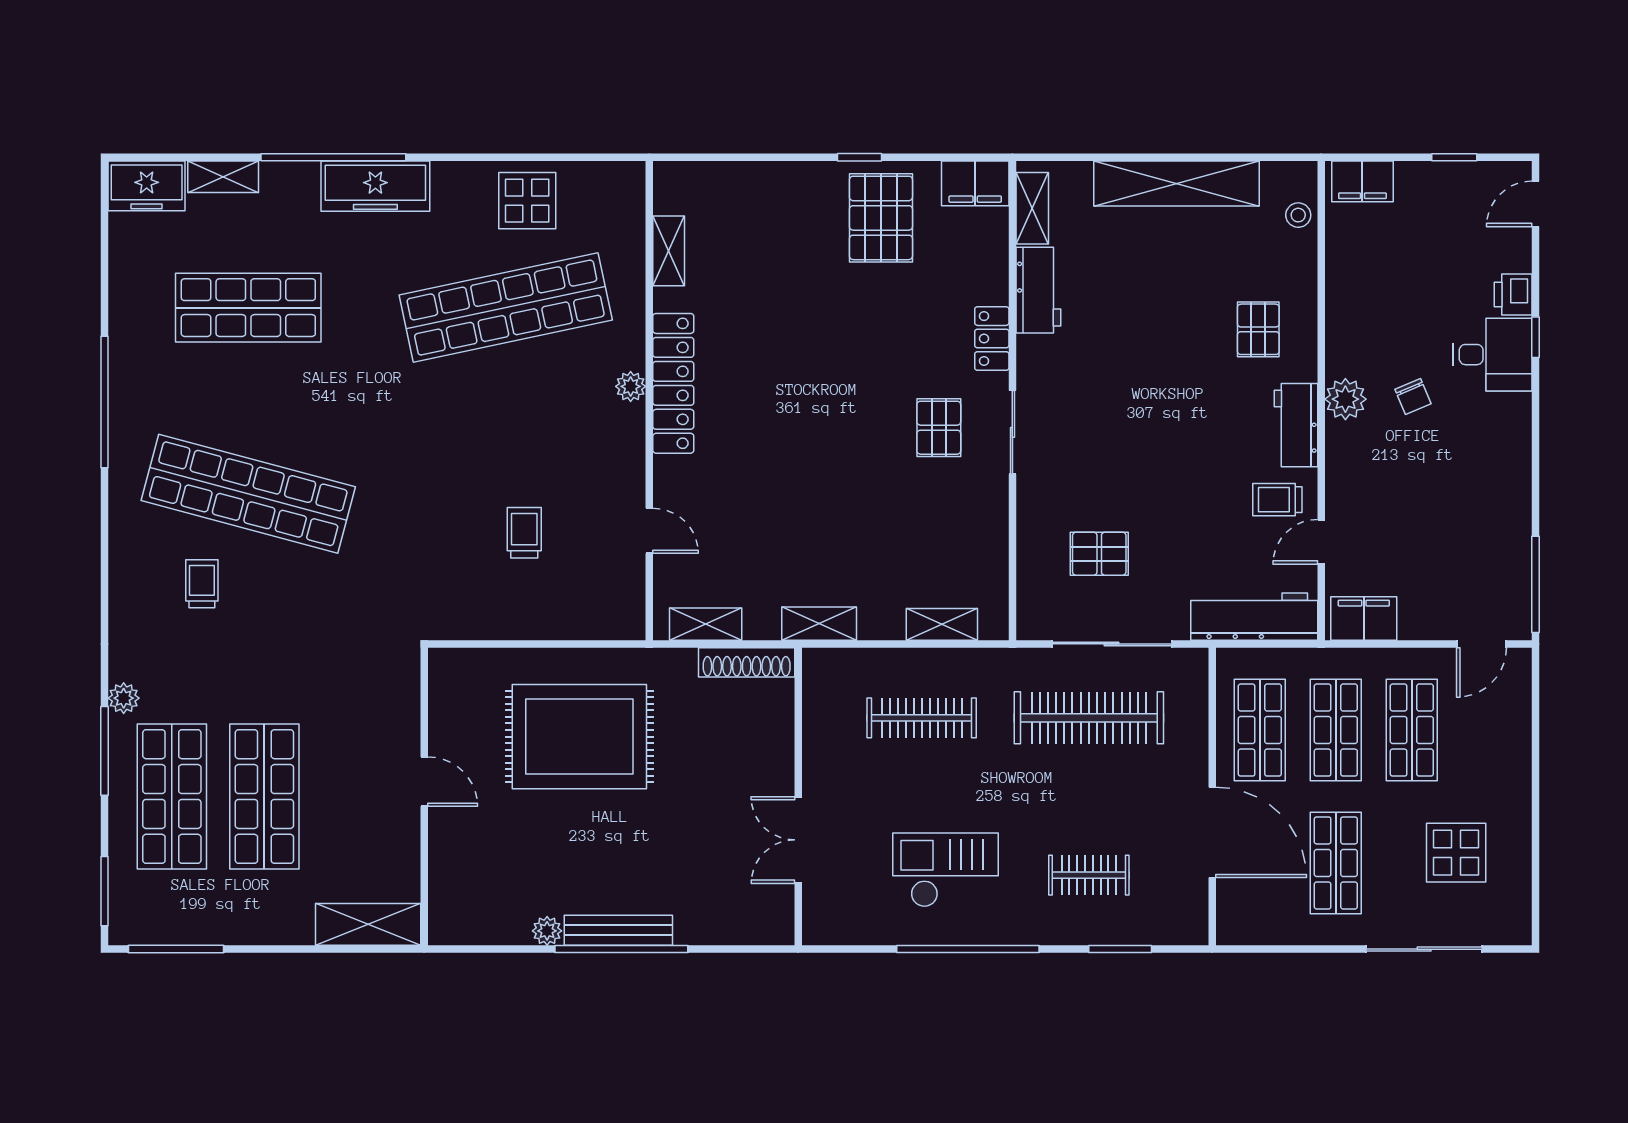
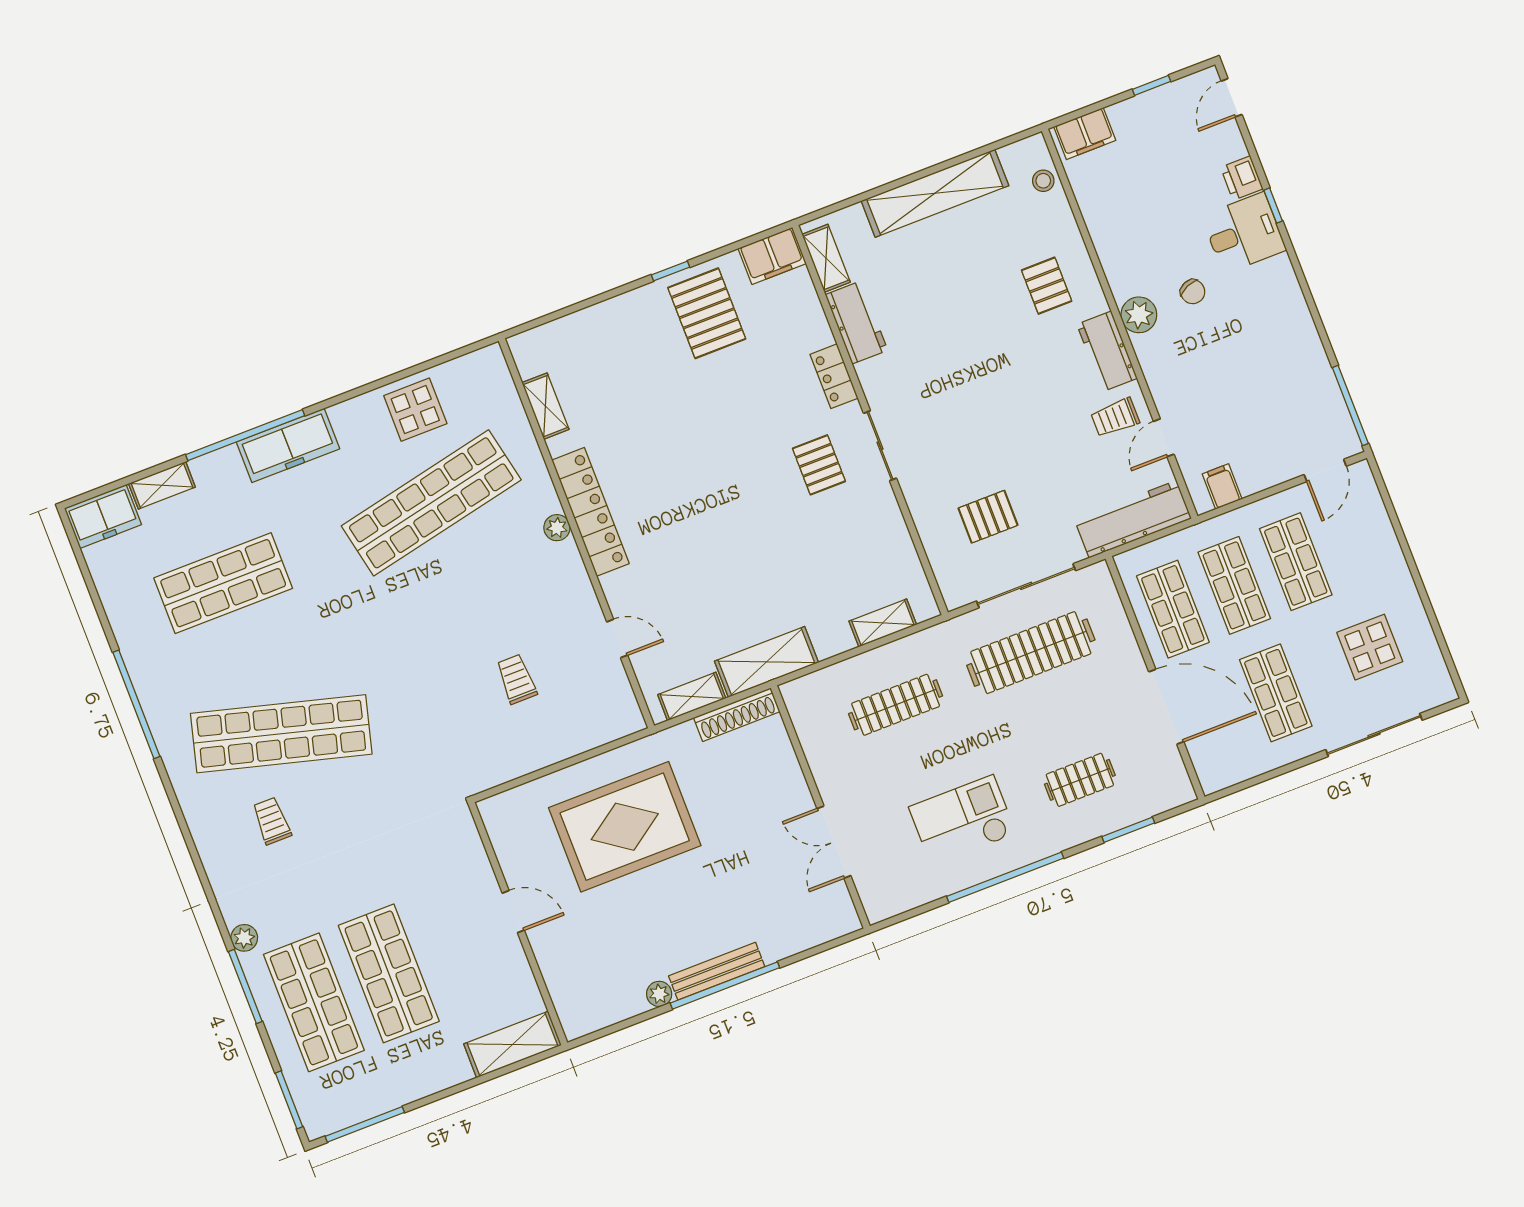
filing cabinet: (1364, 618) -> (1222, 486), width x0.50
shelving: (819, 624) -> (766, 662), width x1.50, depth x1.33

